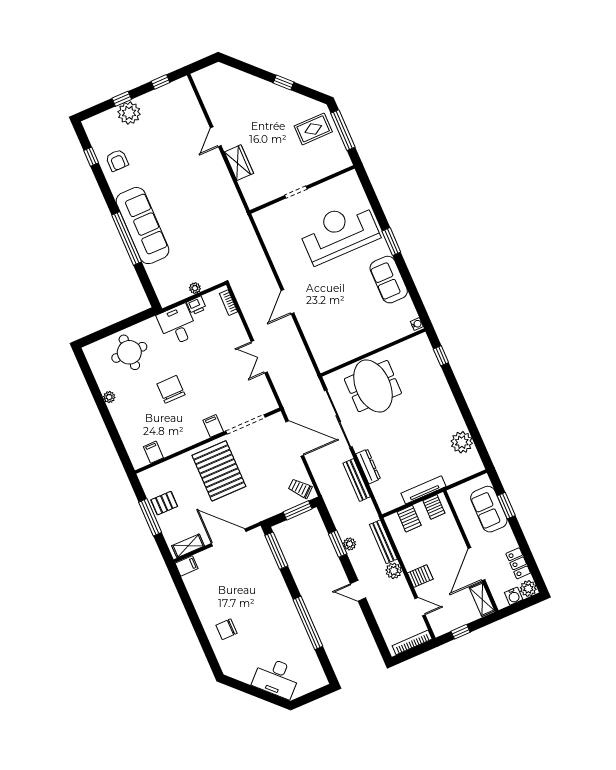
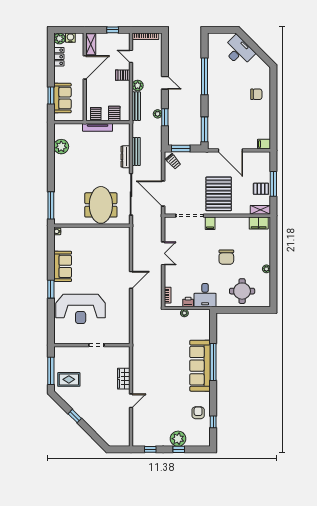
window: (441, 356) -> (51, 205), width x2.17
filing cabinet: (153, 452) -> (259, 223), width x2.00
shelving: (188, 546) -> (260, 210), moved

